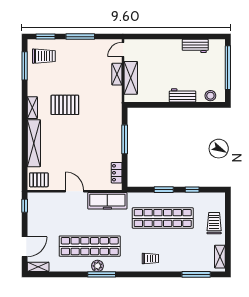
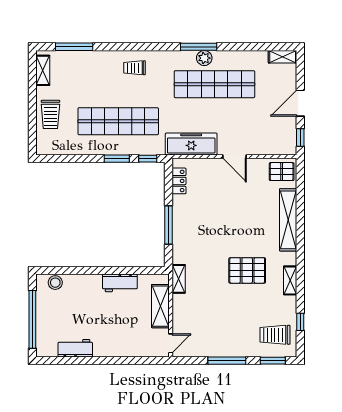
window: (25, 66) -> (300, 322), width x0.46
shelving: (117, 74) -> (179, 279), moved
workbench: (183, 95) -> (120, 283), moved
shelving: (32, 108) -> (290, 280), moved
window: (192, 190) -> (148, 159), moved
door: (25, 247) -> (300, 103), moved

